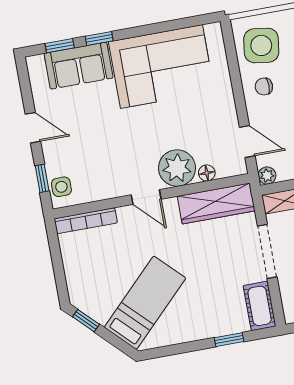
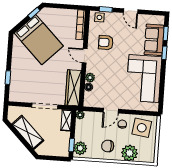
door: (33, 128) -> (131, 11), hinge flipped
door: (247, 141) -> (111, 111), moved
armchair: (109, 161) -> (106, 42), added
plant: (177, 168) -> (90, 78), width x0.53, depth x0.53
door: (146, 197) -> (85, 56), hinge flipped
bed: (145, 303) -> (39, 40), width x1.50
cot: (260, 306) -> (20, 96), removed

